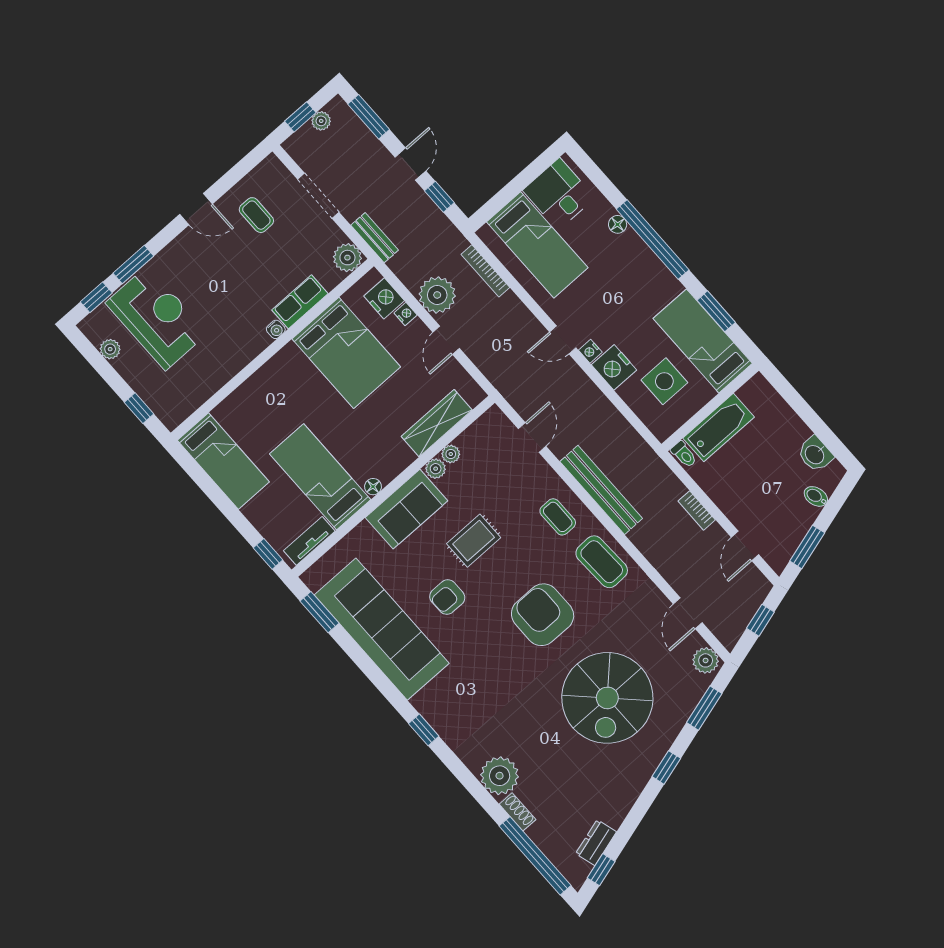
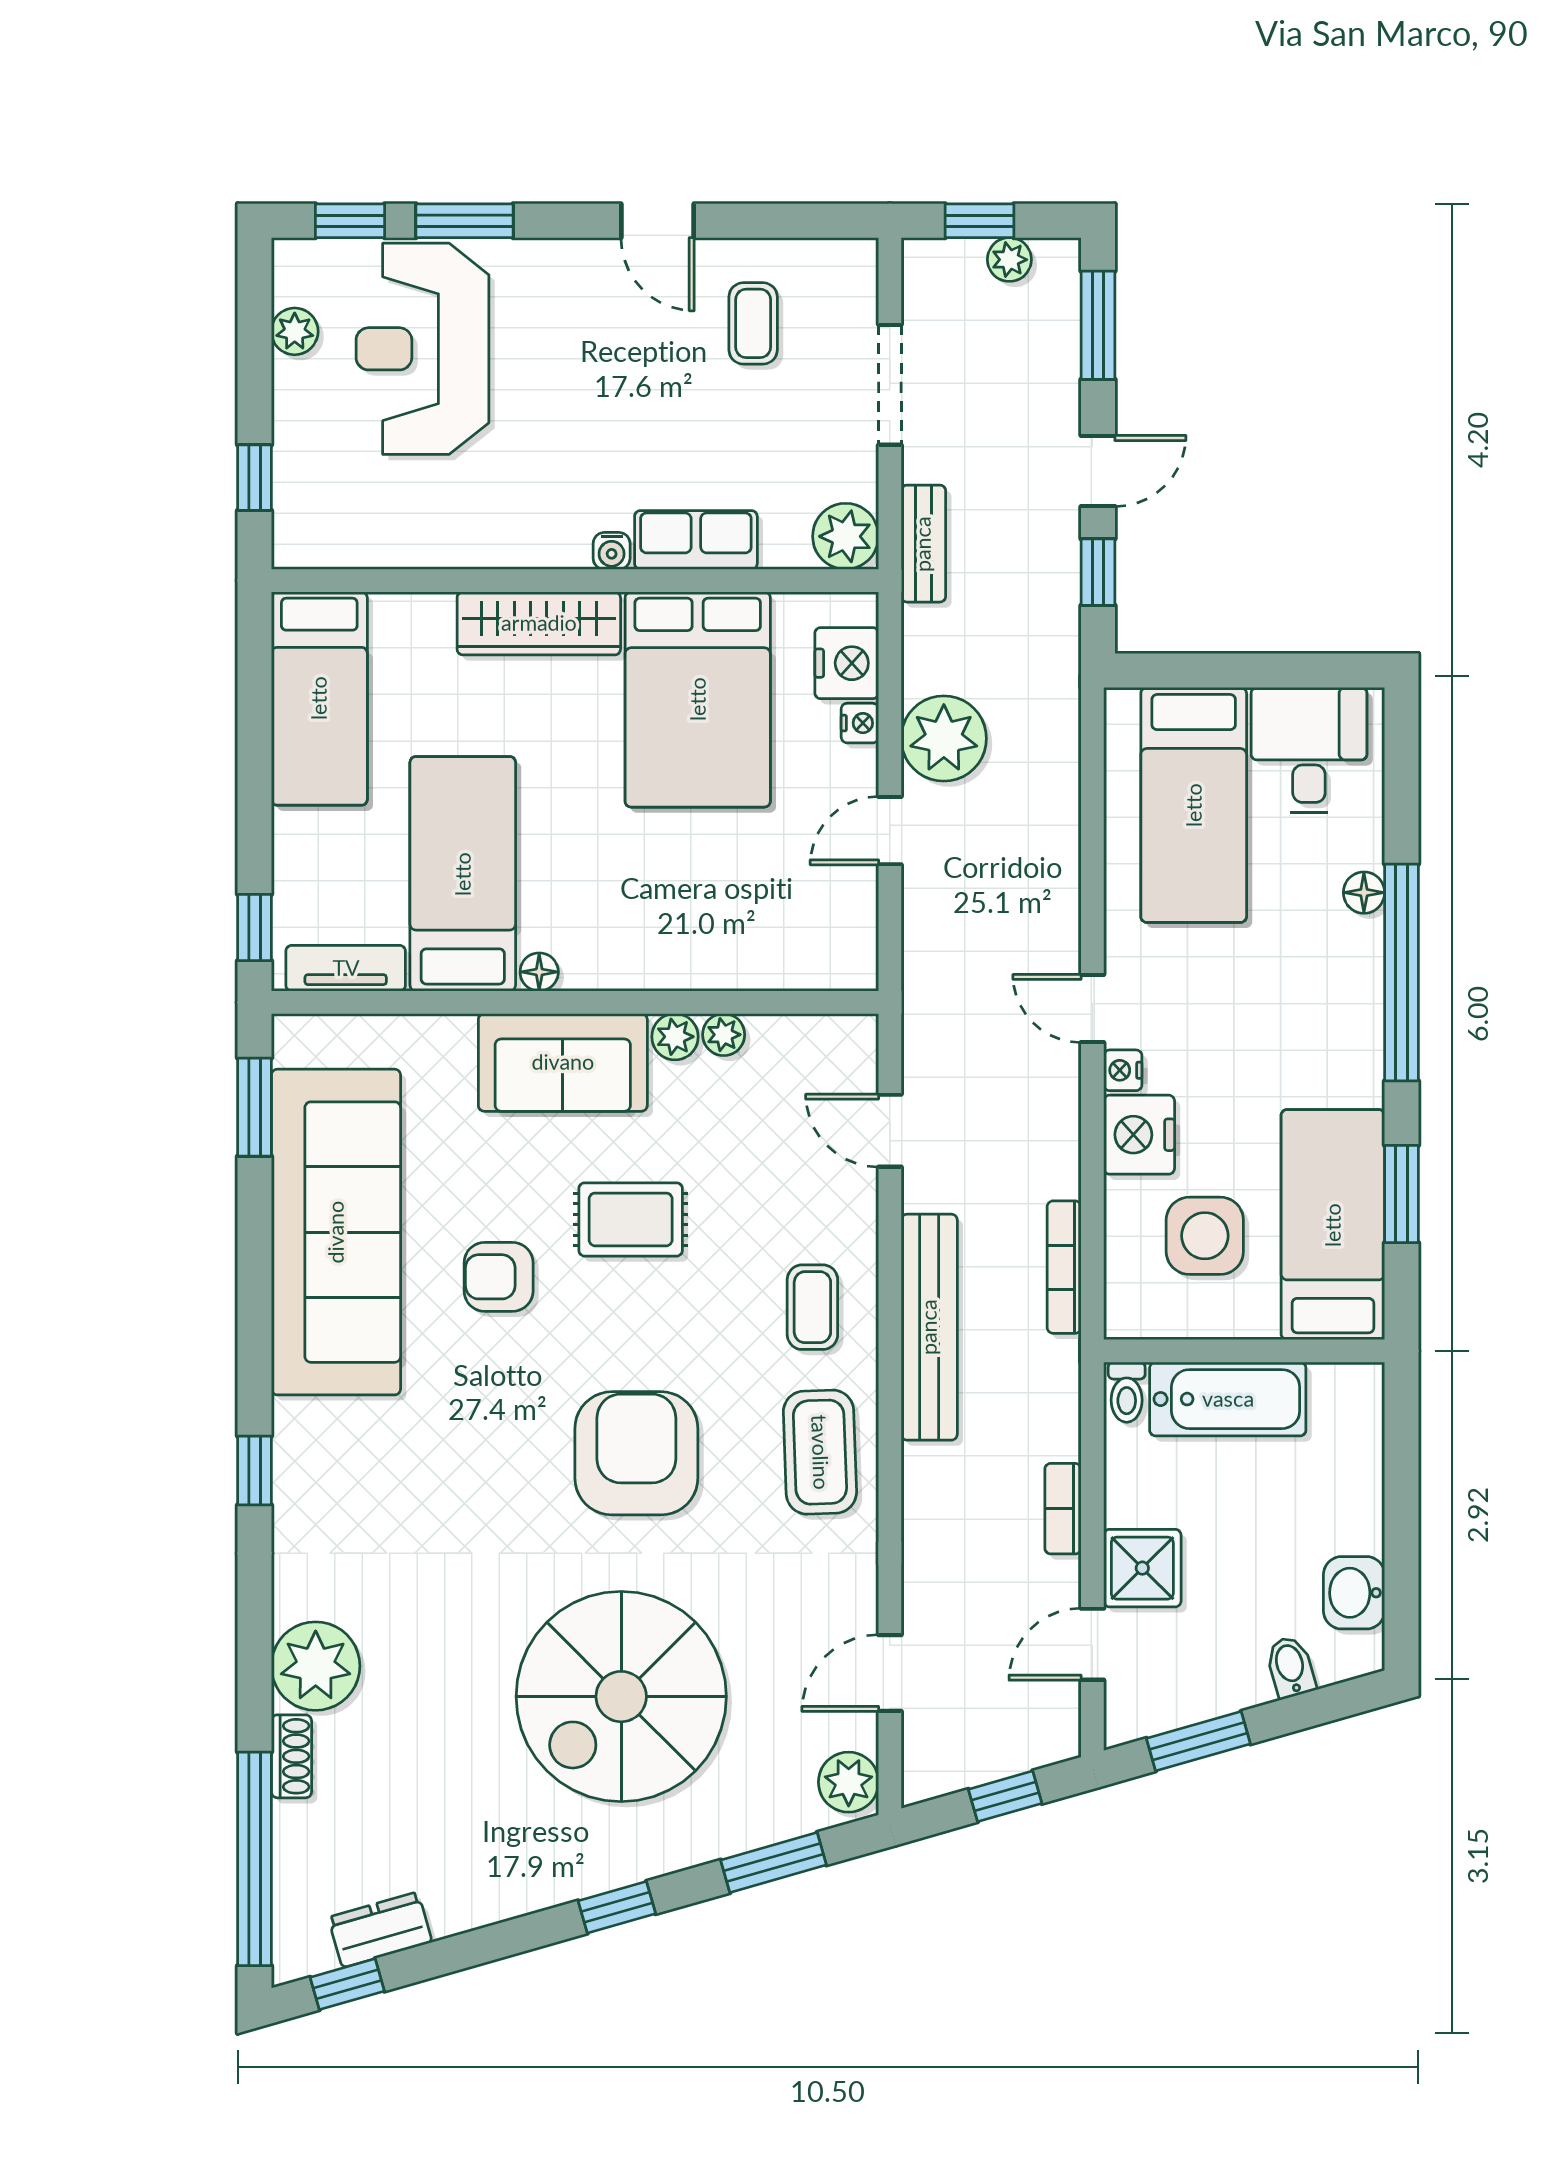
bookcase: (485, 271) -> (1064, 1267), moved
reception desk: (157, 318) -> (423, 349), turned 180
wardrobe: (437, 423) -> (539, 623), moved, turned 180
door: (532, 437) -> (890, 1131), swing flipped
shower: (739, 507) -> (1142, 1568), added

